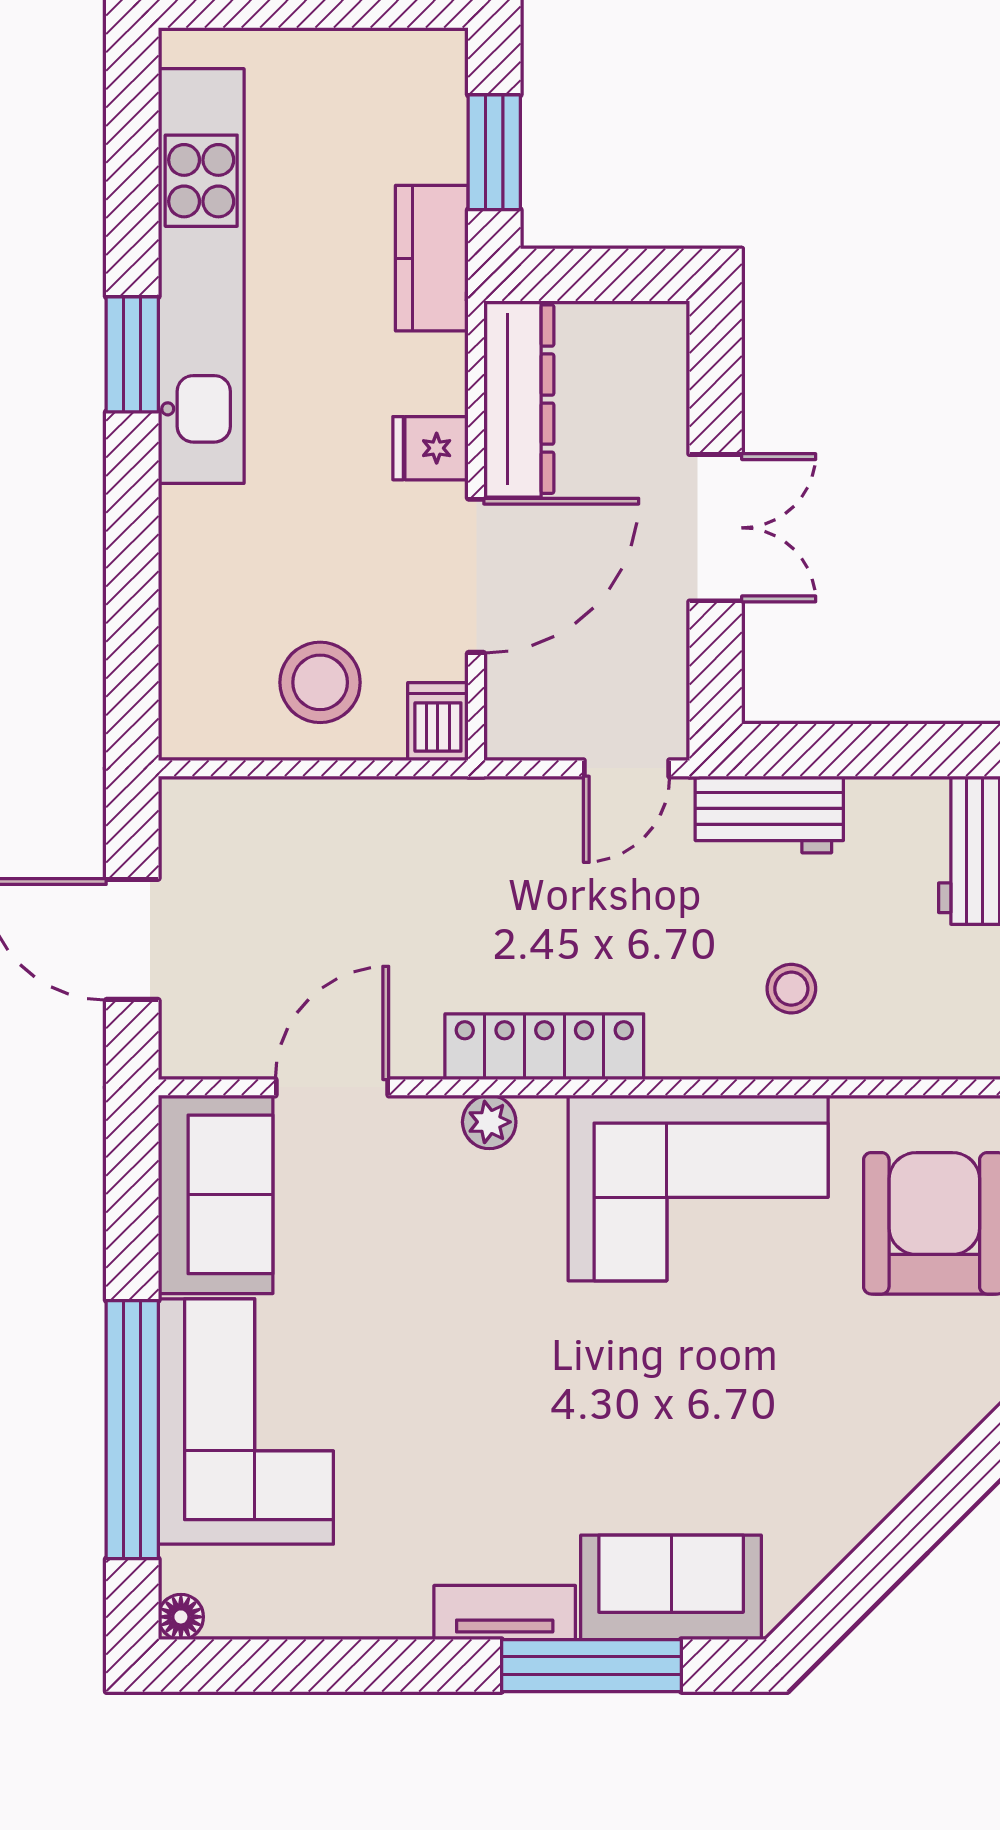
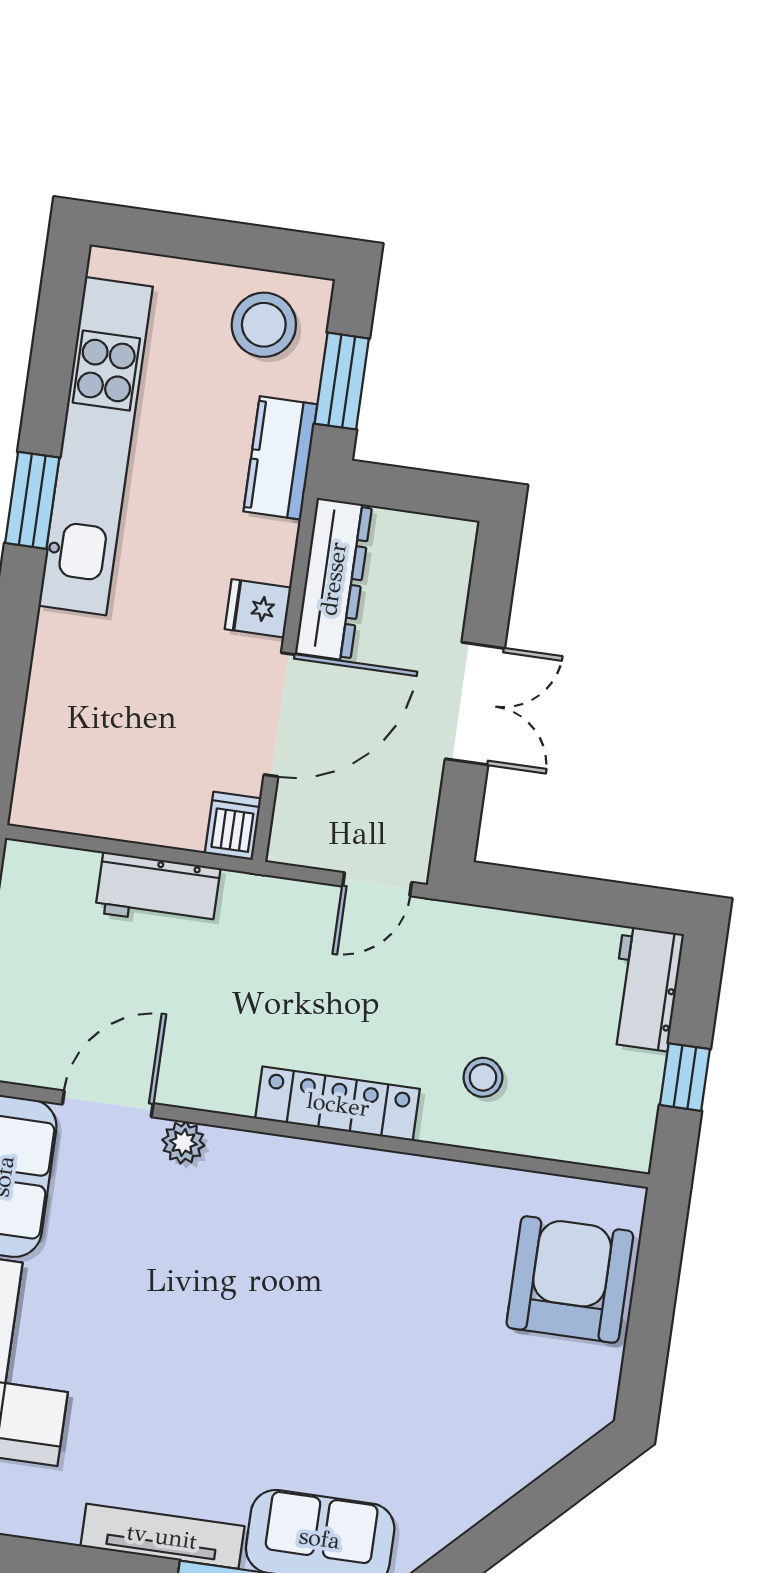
stool: (320, 682) -> (264, 325), moved
workbench: (769, 815) -> (158, 890), moved
locker: (544, 1047) -> (338, 1104), moved
plant: (489, 1122) -> (183, 1143), moved
corner sofa: (698, 1188) -> (387, 1225), removed
tv unit: (505, 1612) -> (162, 1536), width x1.41

